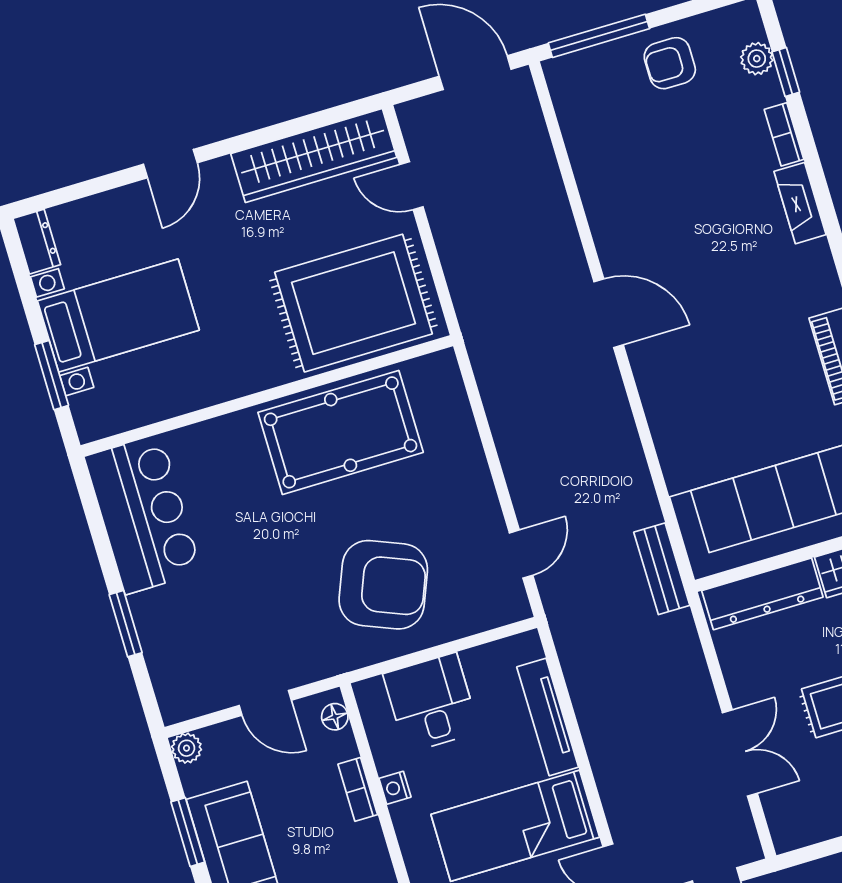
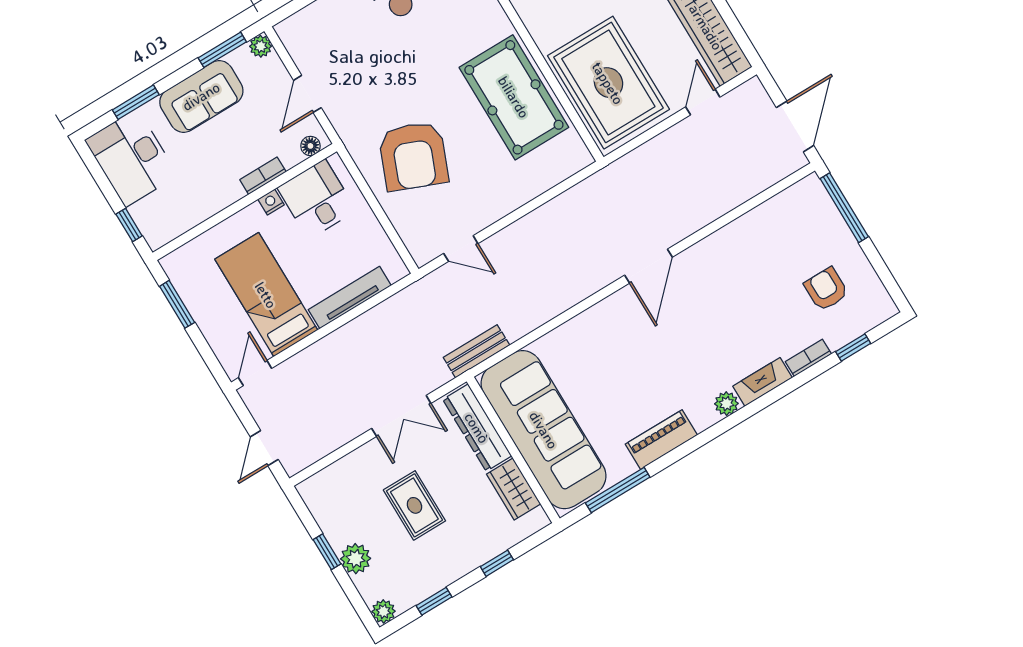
plant: (757, 59) -> (726, 404), moved
armchair: (670, 63) -> (826, 289), moved
desk: (431, 703) -> (317, 199), moved, turned -90
double door: (740, 753) -> (401, 416), moved
window: (188, 832) -> (222, 50), moved

